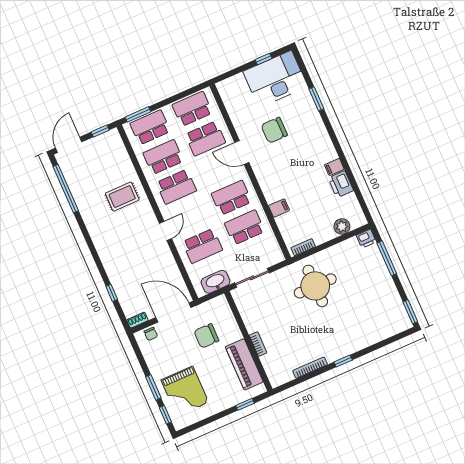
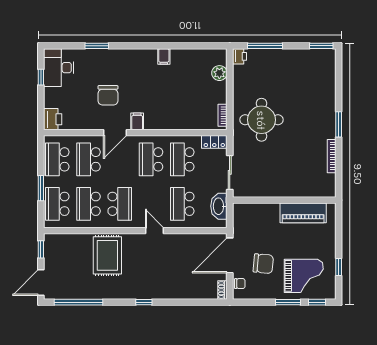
desk: (275, 79) -> (59, 68), width x0.73, depth x0.77
window: (138, 114) -> (41, 188), moved
school desk: (205, 138) -> (88, 159), turned 180
door: (69, 145) -> (41, 283), hinge flipped
printer: (341, 184) -> (53, 119), moved, turned -90
rug: (122, 197) -> (107, 255), width x1.36, depth x1.43
filing cabinet: (279, 208) -> (137, 121), moved
school desk: (202, 246) -> (182, 204), turned 180
locker: (275, 250) -> (214, 142), added
window: (112, 293) -> (144, 302), moved
chair: (206, 336) -> (263, 264), moved, turned -85
bookcase: (258, 344) -> (291, 193), removed
window: (343, 361) -> (339, 124), width x1.50
window: (245, 404) -> (339, 267), moved

